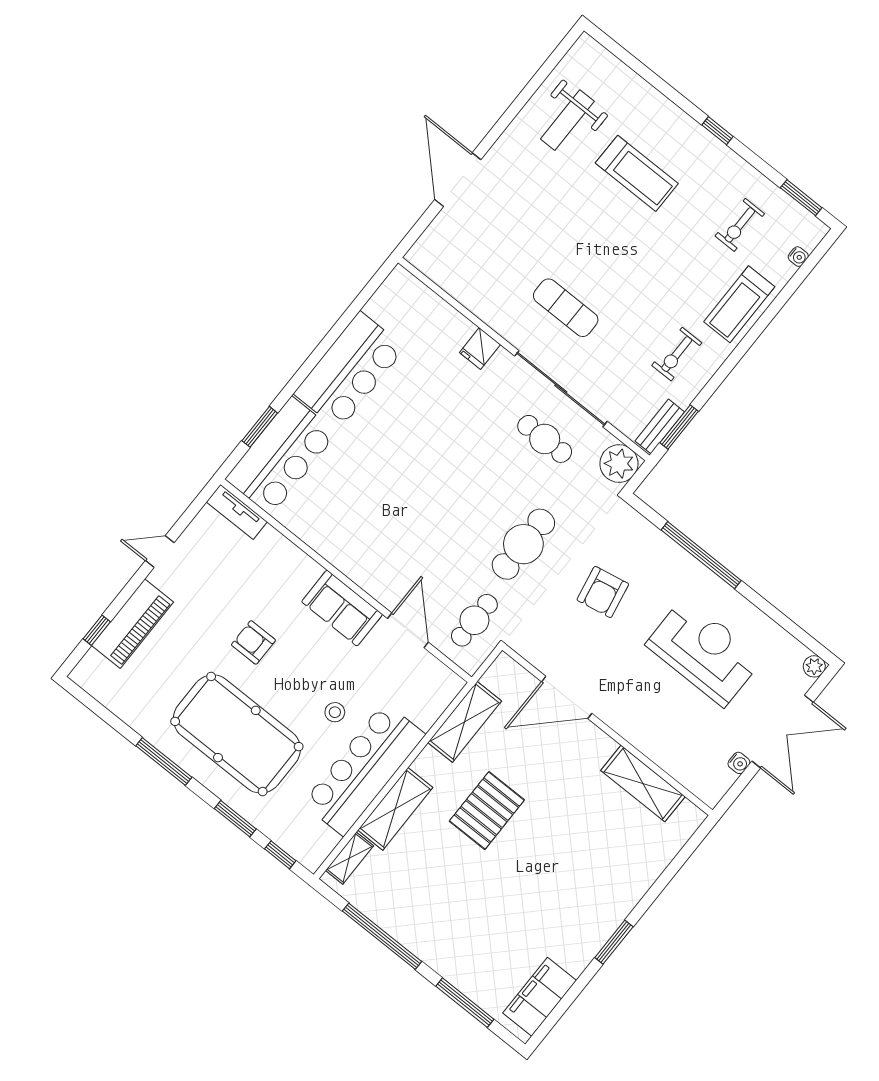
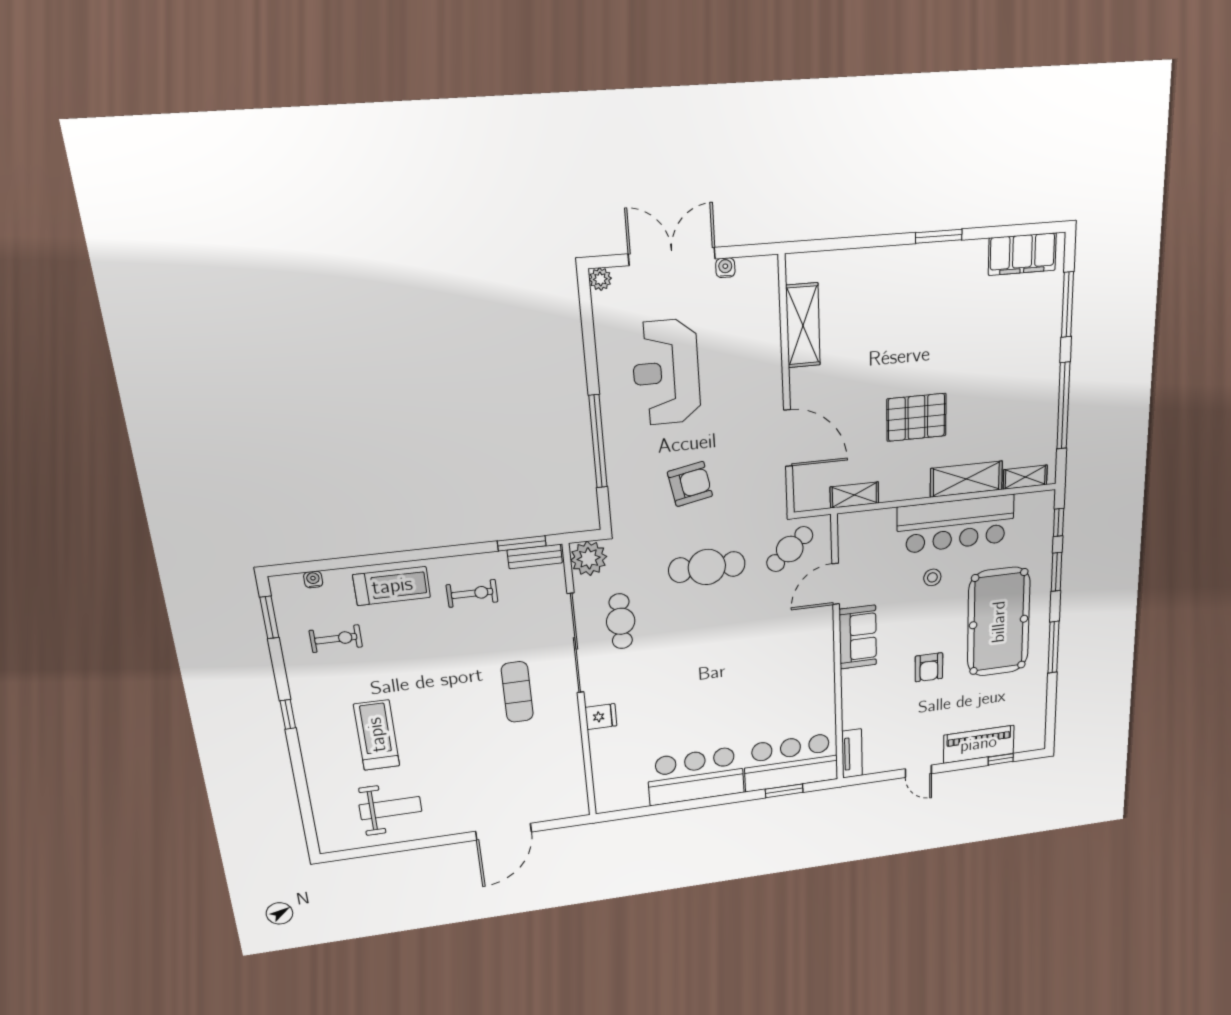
cafe table: (474, 620) -> (790, 549), turned -41
shelving: (465, 722) -> (854, 495), width x0.67, depth x0.75

